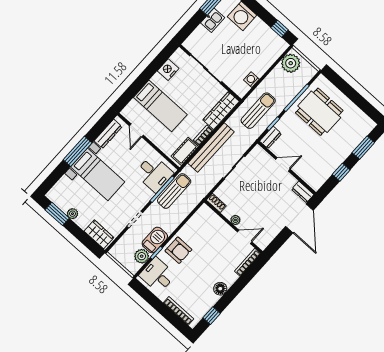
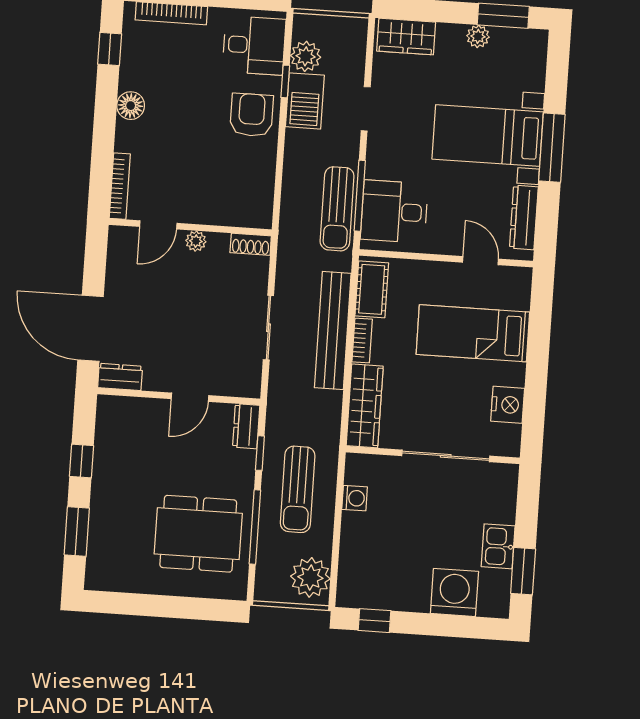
sun lounger: (258, 111) -> (298, 489), moved
armchair: (178, 250) -> (252, 115), turned 90

